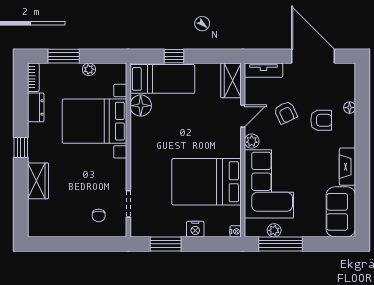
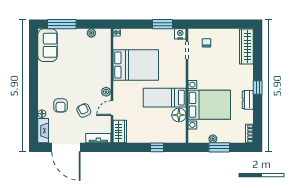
window: (64, 56) -> (219, 147), moved
bed: (162, 79) -> (165, 98), moved
dresser: (36, 107) -> (248, 100), moved
armchair: (321, 120) -> (61, 105), turned -90
fireplace: (347, 167) -> (43, 131), moved
wardrobe: (38, 181) -> (246, 46), moved, width x1.50
corner sofa: (269, 184) -> (95, 64), removed
nightstand: (195, 229) -> (180, 34), moved
window: (281, 244) -> (62, 24), moved

